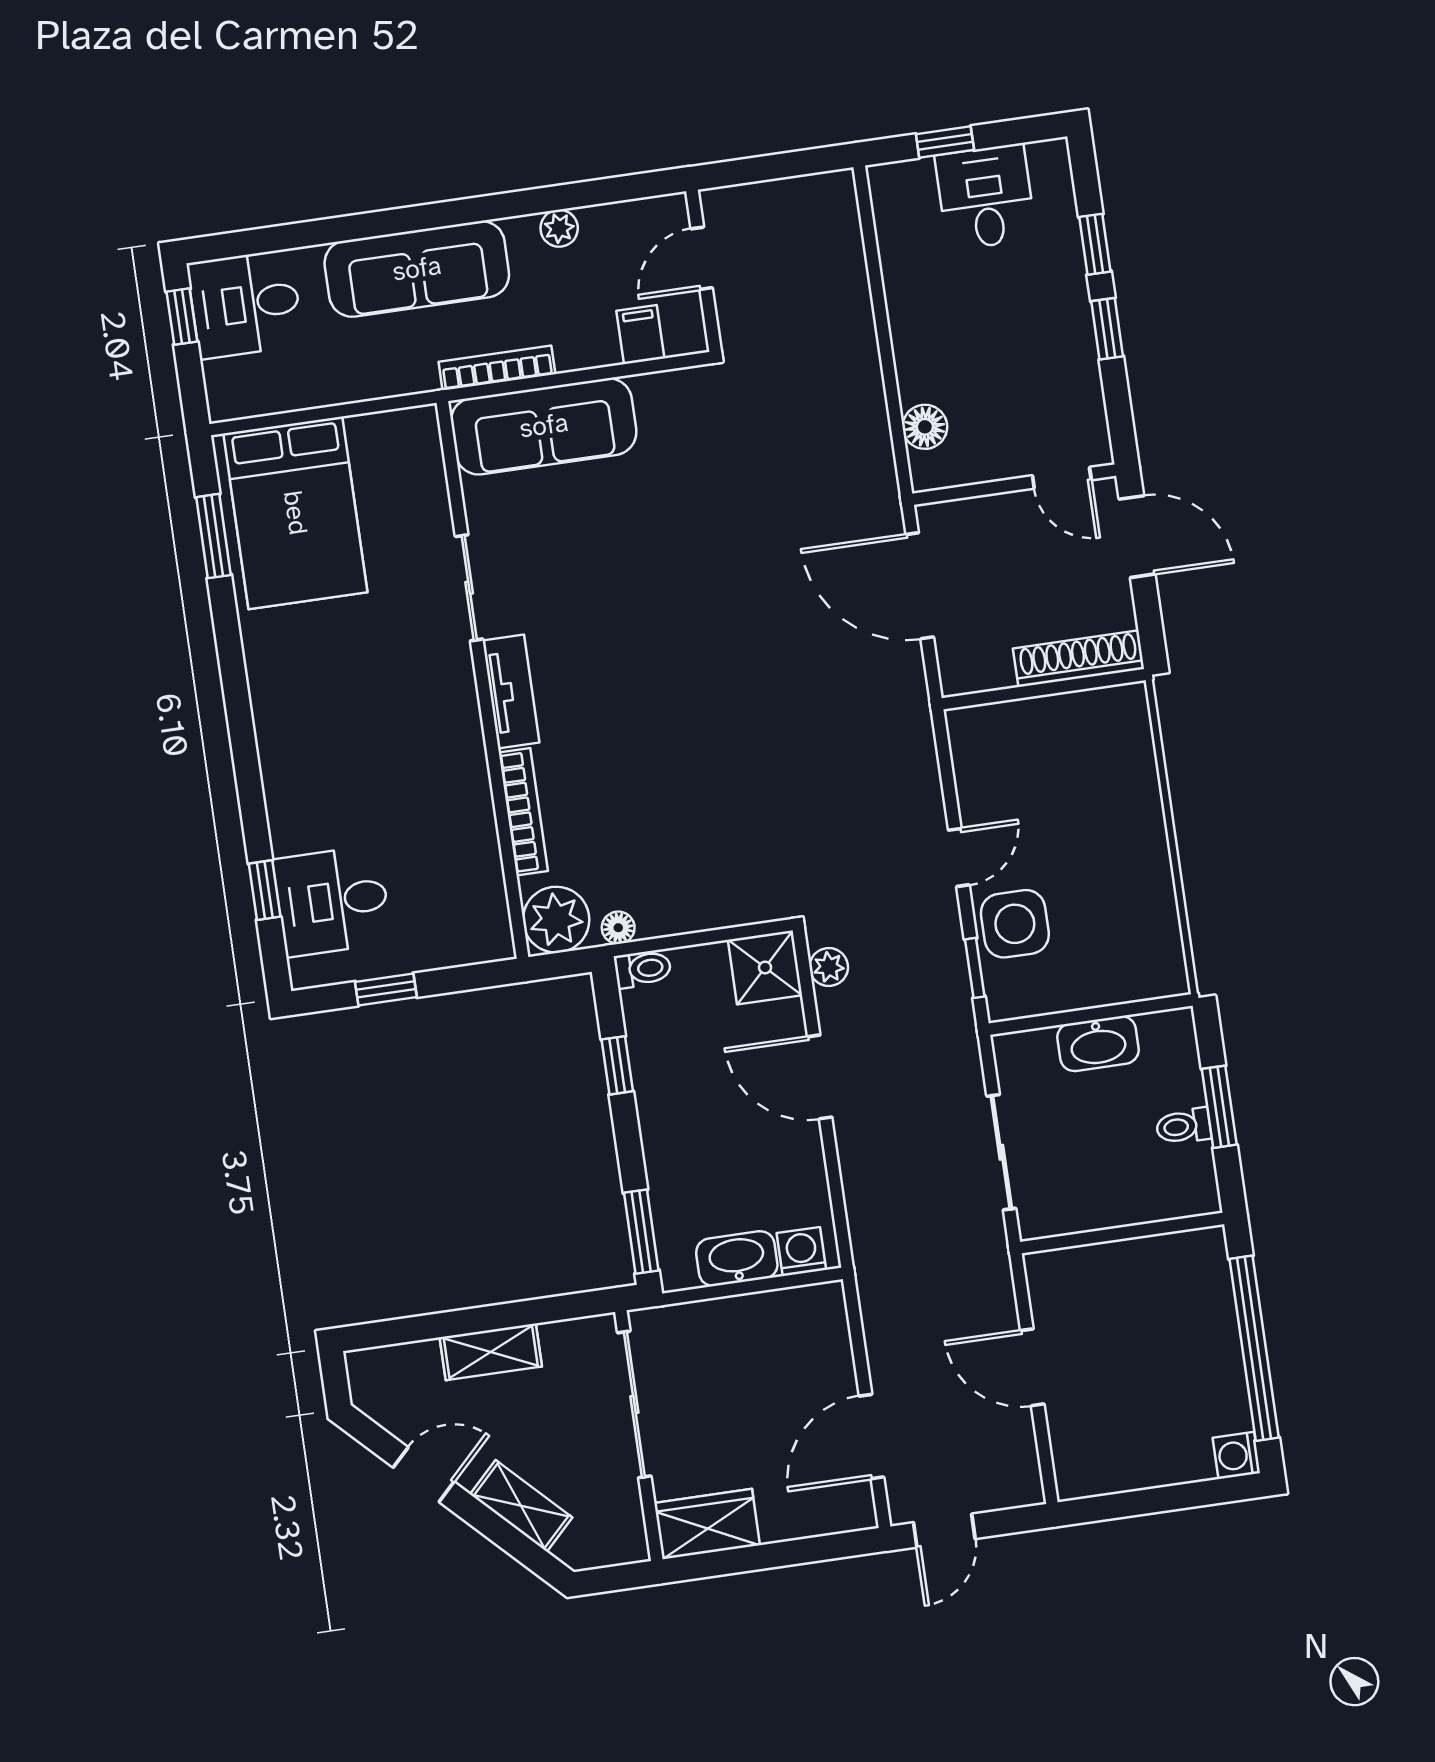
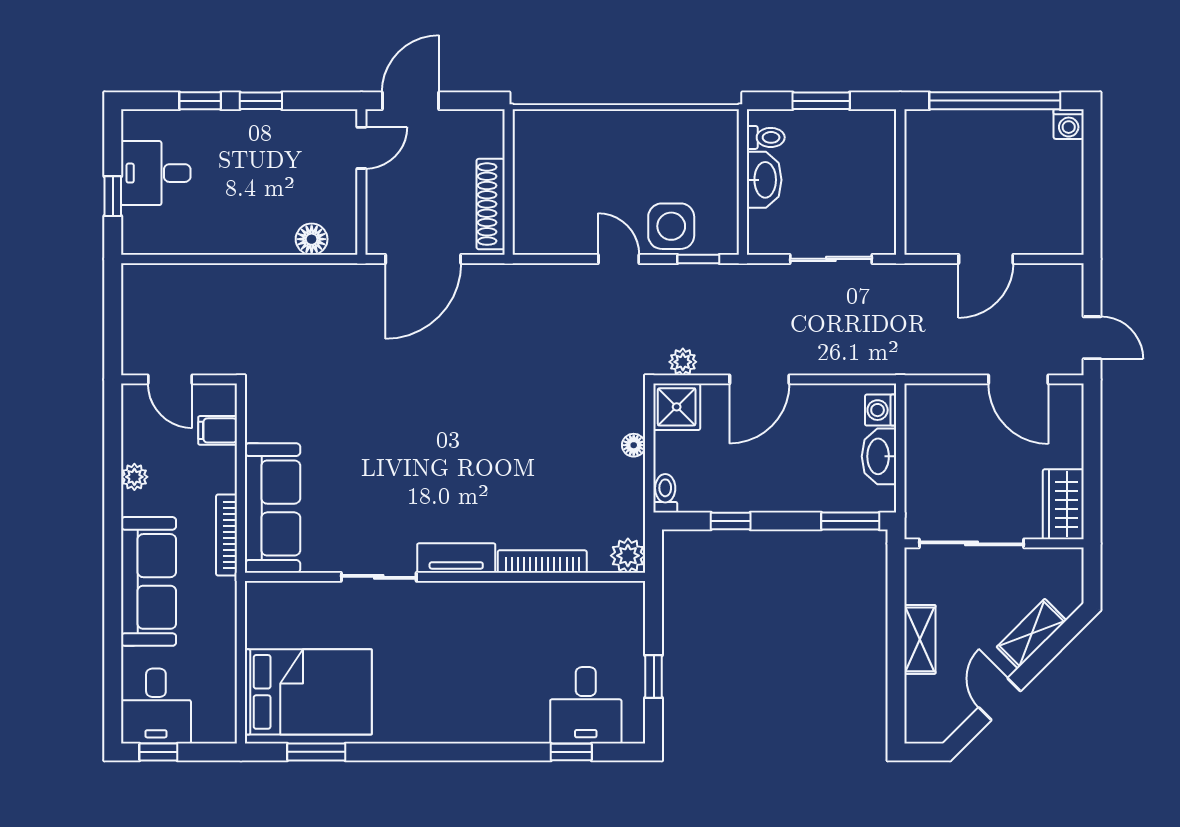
shoe rack: (1079, 659) -> (491, 204), moved
plant: (556, 920) -> (628, 556), width x0.73, depth x0.73
floor lamp: (618, 928) -> (634, 445), moved
toilet: (1184, 1126) -> (766, 137), moved, turned -90

